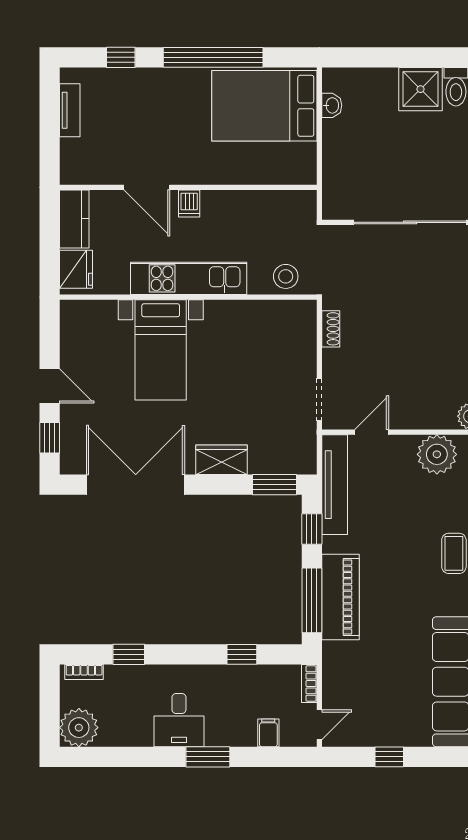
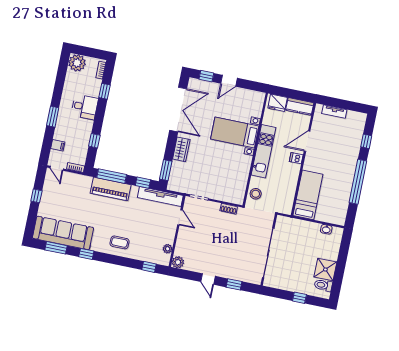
bed: (264, 106) -> (308, 195), moved, width x0.67
tv unit: (70, 110) -> (334, 112), moved
plant: (437, 454) -> (168, 249), width x0.53, depth x0.53
desk: (179, 720) -> (85, 107), moved, turned 180

